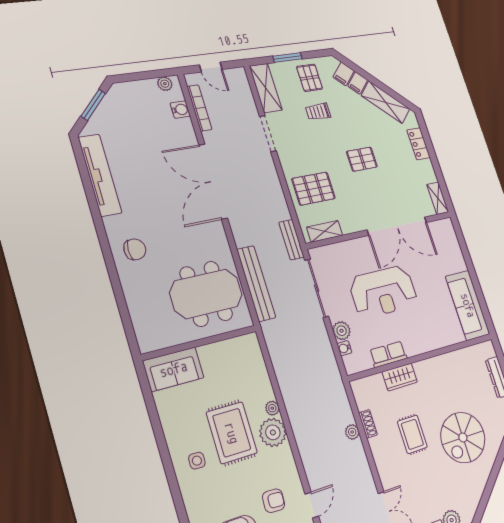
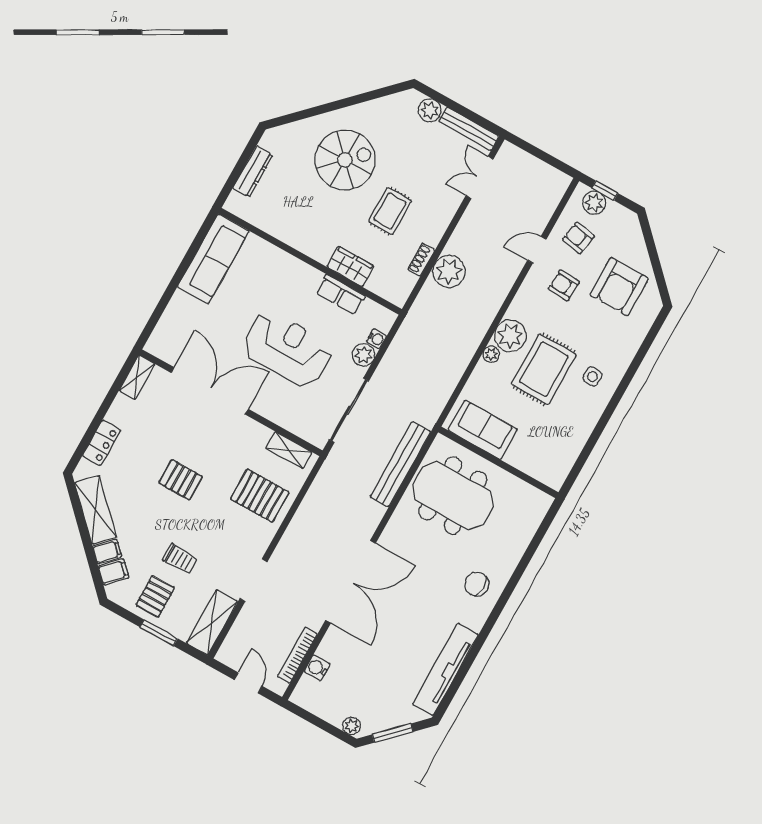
plant: (165, 84) -> (352, 726), moved
bench: (291, 240) -> (329, 471), removed
sofa: (173, 369) -> (483, 430), moved
plant: (352, 432) -> (449, 271), width x1.88, depth x1.88

